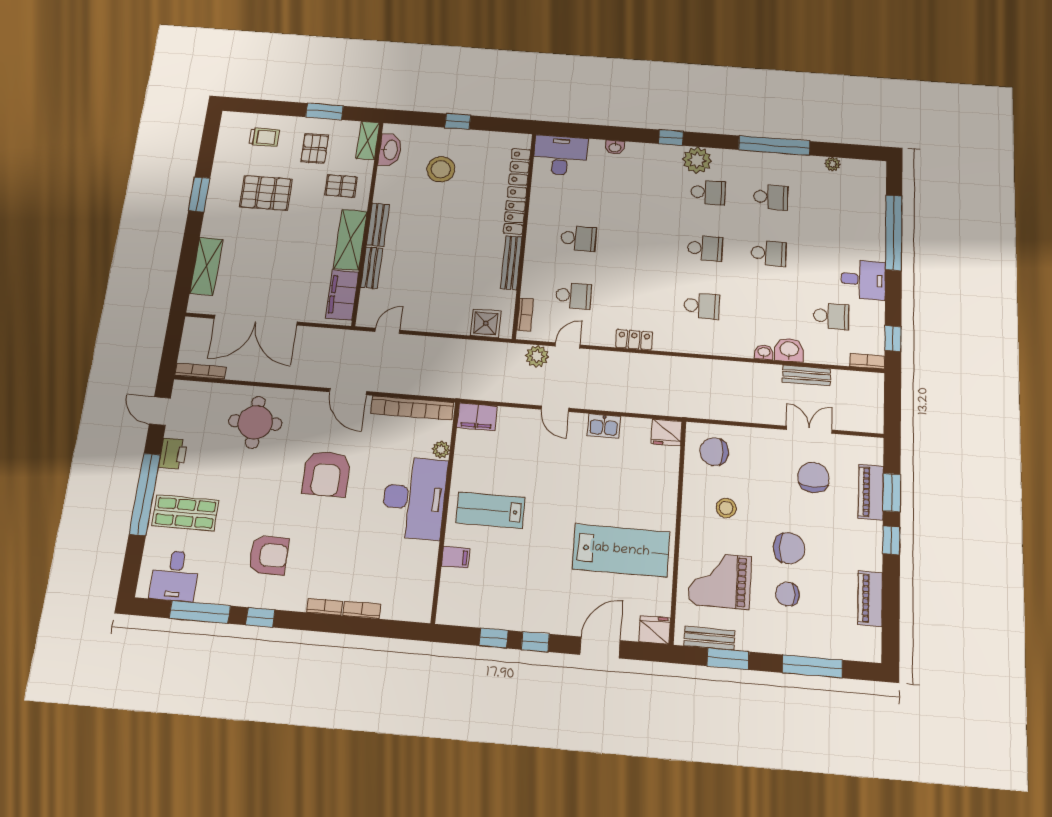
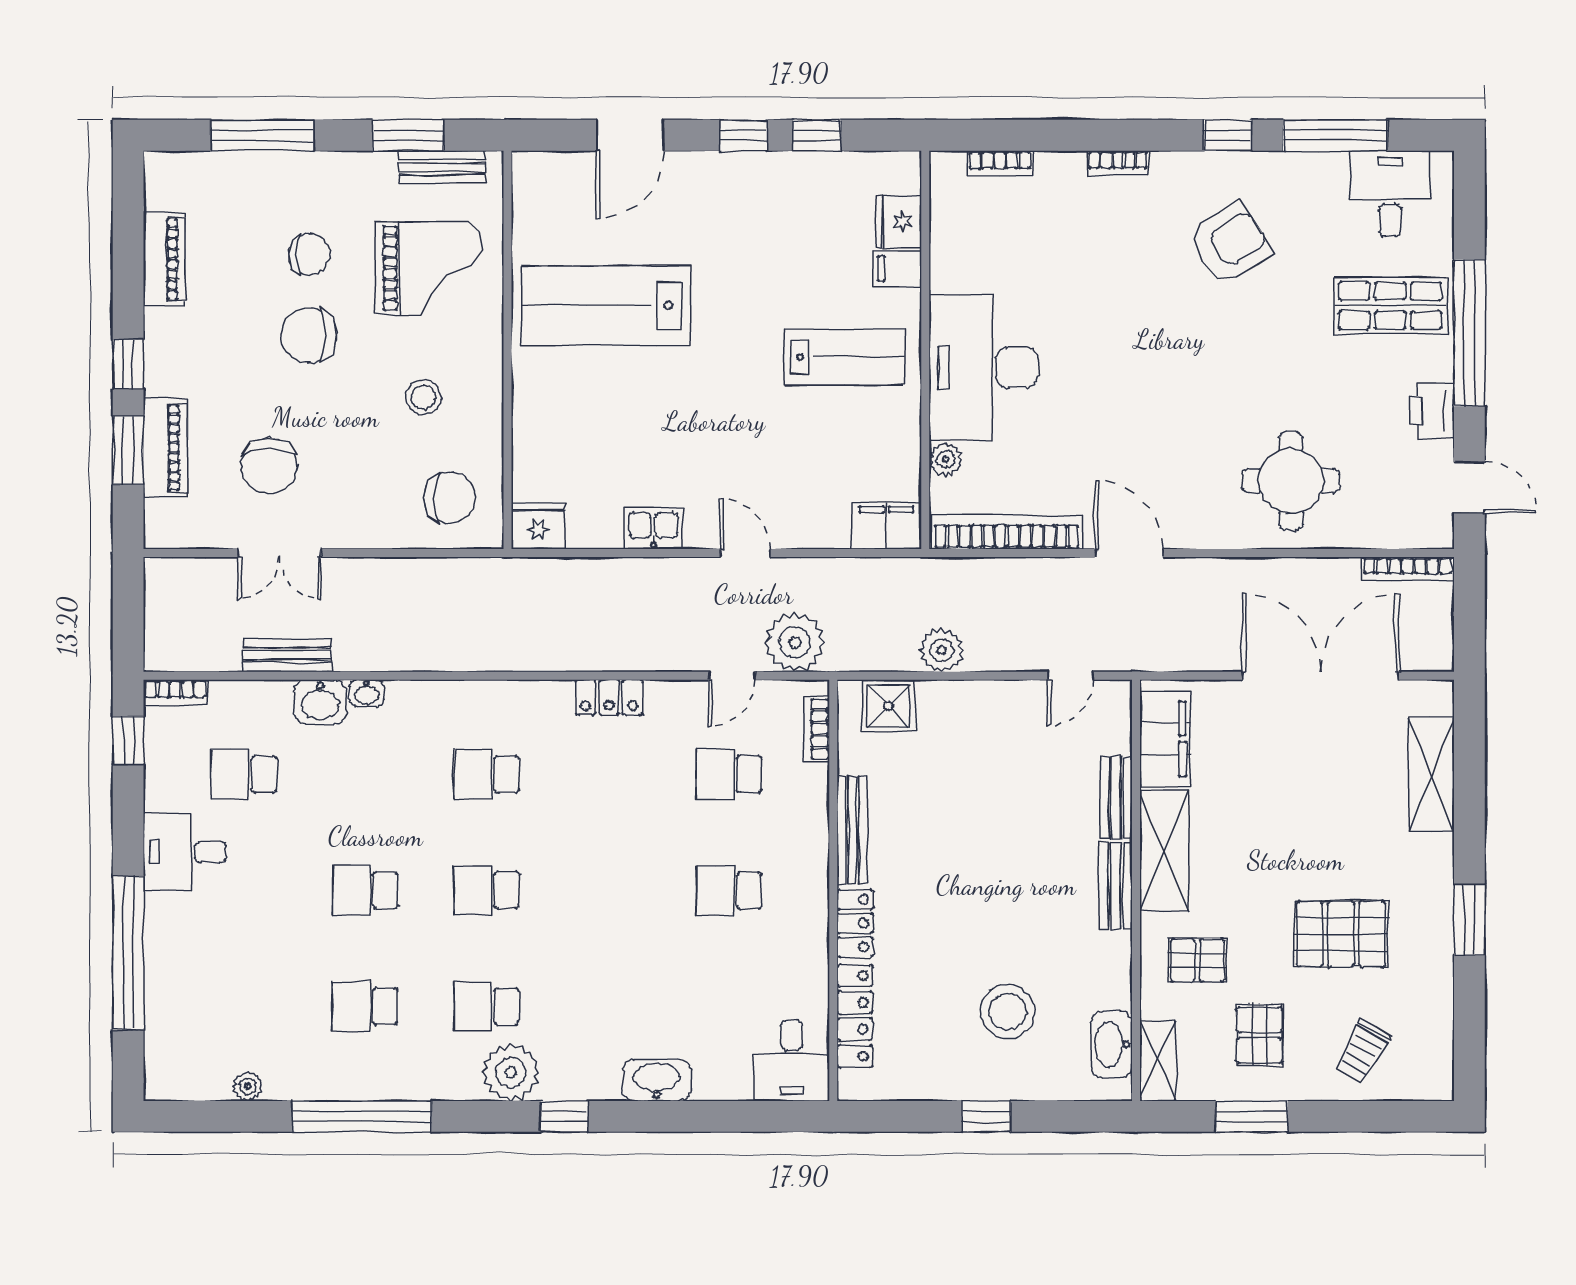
trolley: (264, 137) -> (1363, 1051), turned -61
washbasin: (615, 147) -> (657, 1080), width x1.91, depth x1.45
desk: (560, 155) -> (792, 1061), width x0.73
plant: (454, 349) -> (942, 650), added
plant: (537, 356) -> (795, 642), width x1.36, depth x1.36
armchair: (326, 474) -> (1147, 398), removed
armchair: (269, 555) -> (1230, 244), turned 147
bookcase: (362, 610) -> (1000, 163), moved
fridge: (655, 630) -> (899, 222), moved, turned 90

